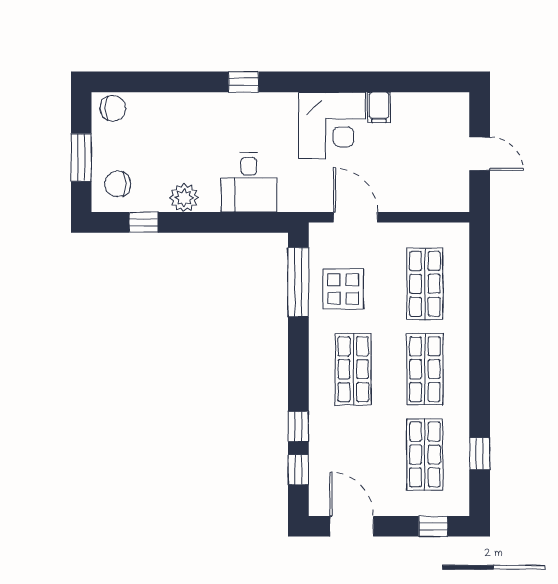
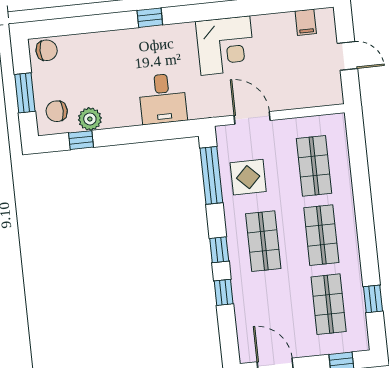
filing cabinet: (379, 107) -> (306, 22), moved
plant: (184, 198) -> (90, 119), moved
window: (298, 470) -> (219, 250), moved

